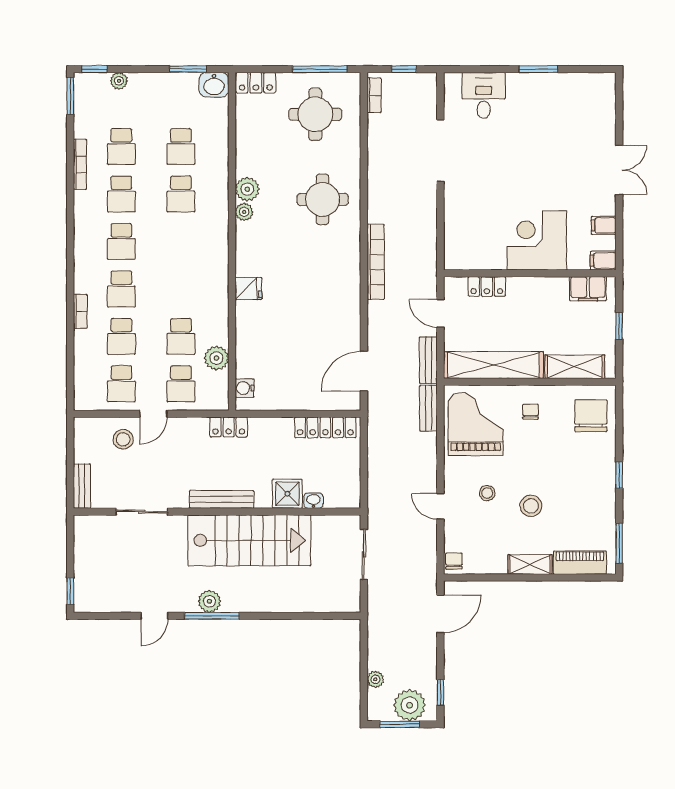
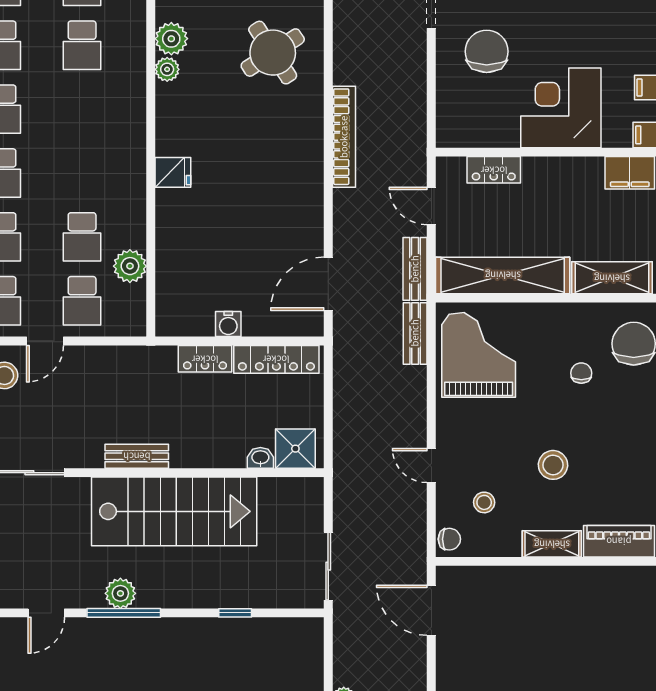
round table: (323, 199) -> (273, 53), turned -33
chair: (482, 199) -> (487, 51), added
water cooler: (245, 388) -> (228, 324), moved, turned -90
chair: (530, 412) -> (581, 373), moved
locker: (229, 427) -> (205, 359), moved
stool: (487, 493) -> (484, 502), moved
shower: (287, 494) -> (295, 449), moved
bench: (222, 499) -> (137, 456), width x0.73
sliding door: (364, 554) -> (328, 566), moved
chair: (454, 561) -> (449, 539), turned 90
door: (440, 614) -> (431, 610), swing flipped
window: (295, 616) -> (235, 613), added

